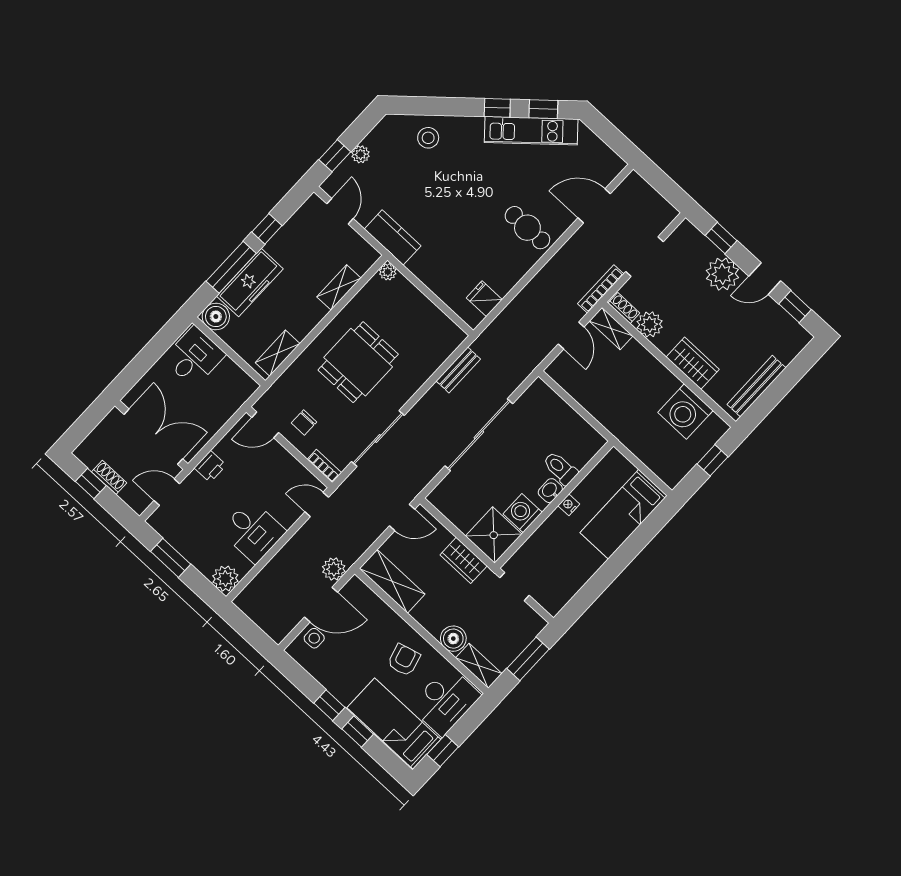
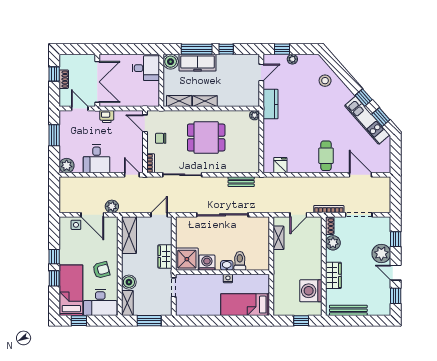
shelving: (339, 287) -> (205, 101), moved
shelving: (611, 328) -> (278, 238), moved
door: (402, 517) -> (159, 215), swing flipped

